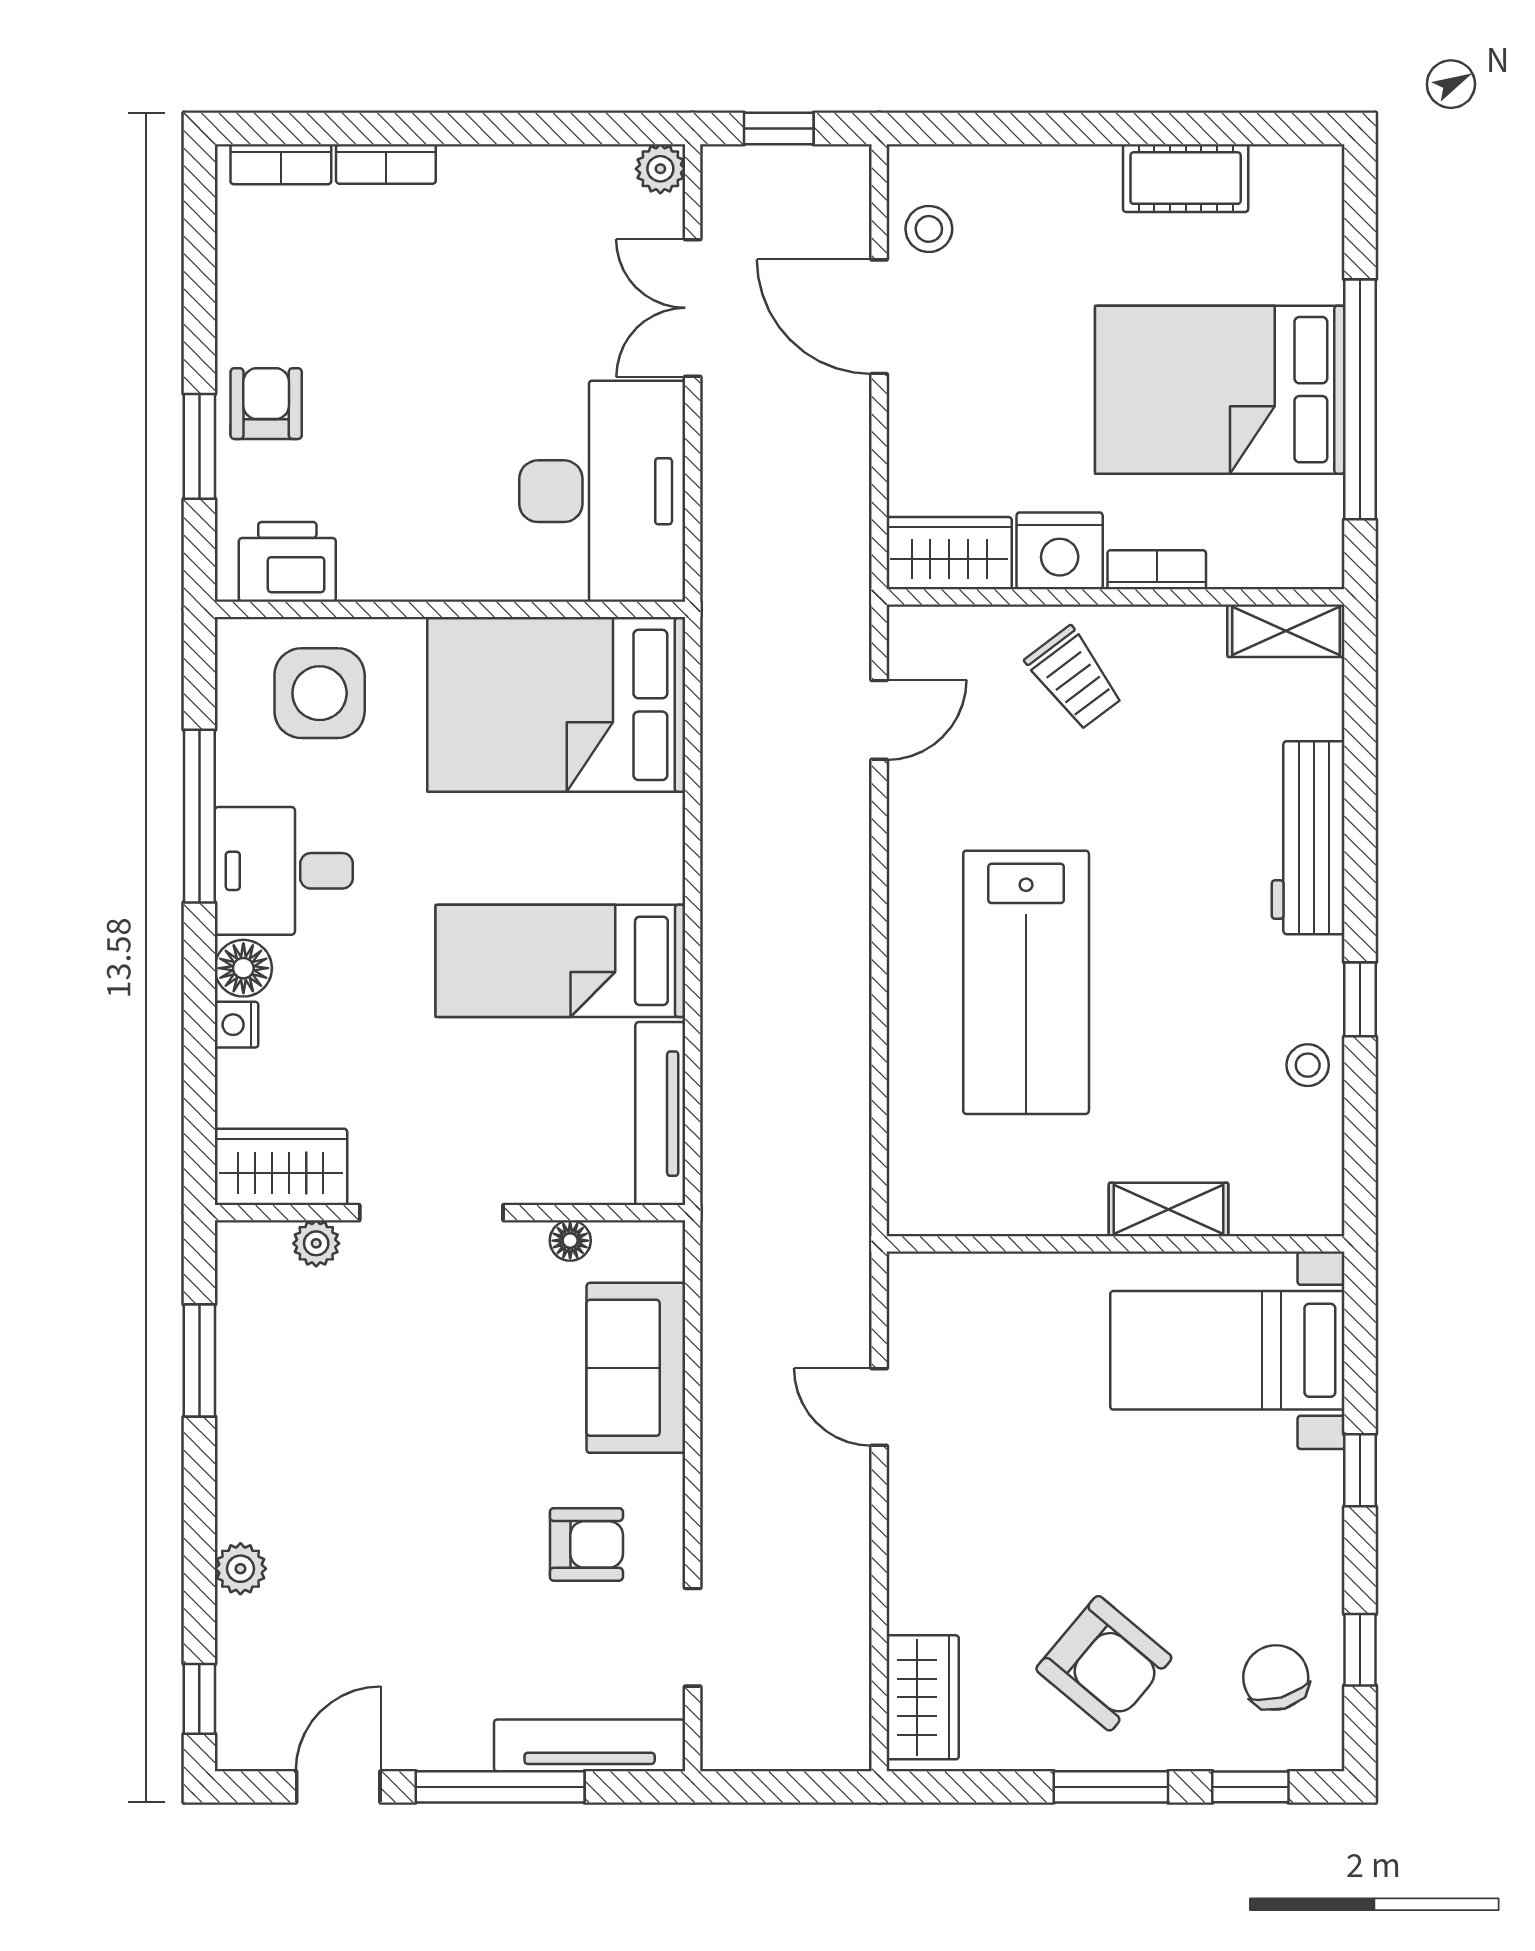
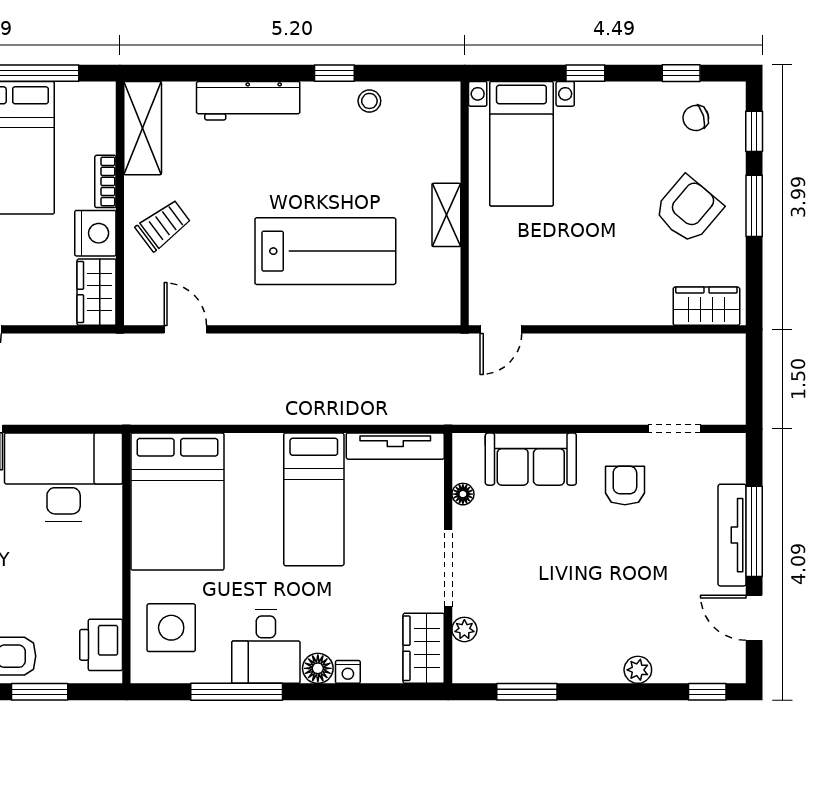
shelving: (1286, 631) -> (143, 128), width x1.50, depth x1.33
shelving: (1169, 1210) -> (446, 215), moved
door: (879, 1407) -> (501, 329), moved
chair: (1276, 1677) -> (696, 118), width x0.73, depth x0.73
tv unit: (590, 1745) -> (732, 535), moved

